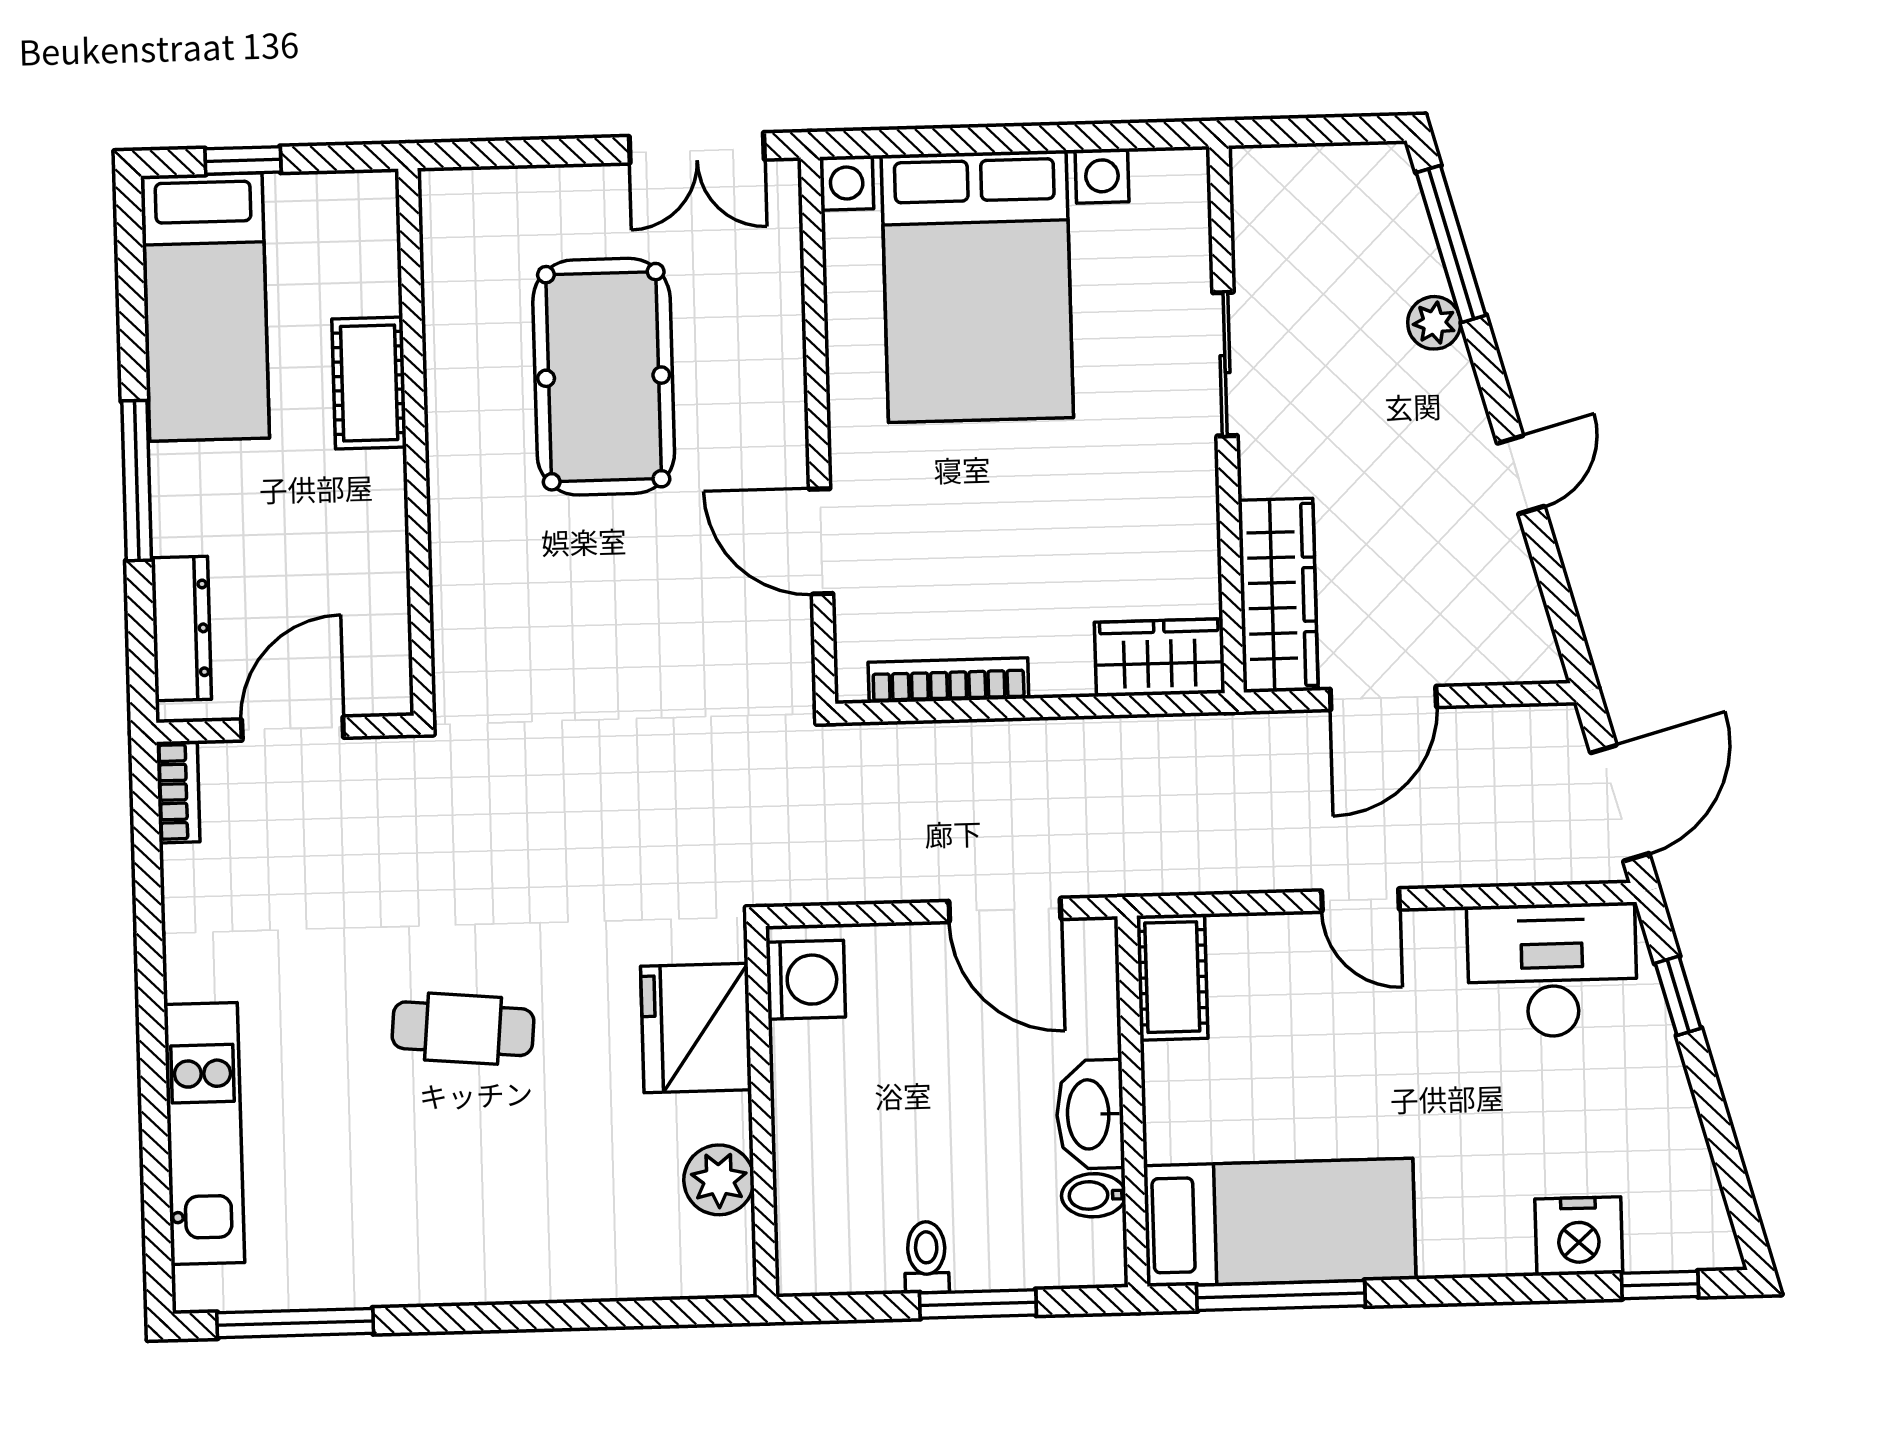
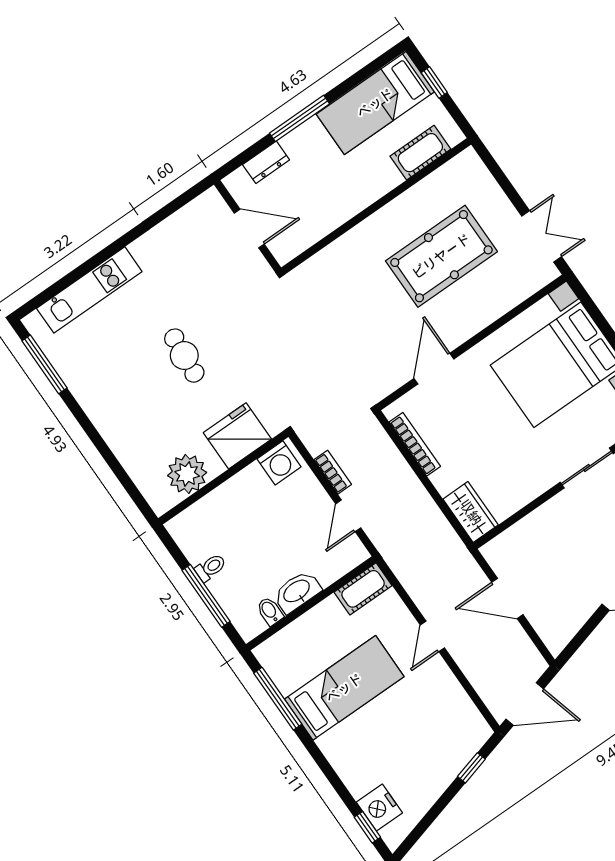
double door: (697, 148) -> (542, 236), swing flipped
cot: (369, 383) -> (420, 153), moved
wardrobe: (1278, 595) -> (519, 539), removed
dresser: (181, 628) -> (266, 162), width x0.70
bookcase: (178, 792) -> (333, 472), moved, turned -90
door: (1005, 910) -> (348, 516), width x0.73
desk: (1552, 970) -> (452, 719), removed
plant: (719, 1180) -> (187, 474), width x1.36, depth x1.36
bed: (1280, 1222) -> (344, 688), moved, turned -90
nightstand: (1579, 1236) -> (379, 808), moved
window: (978, 1304) -> (206, 596), width x1.44

